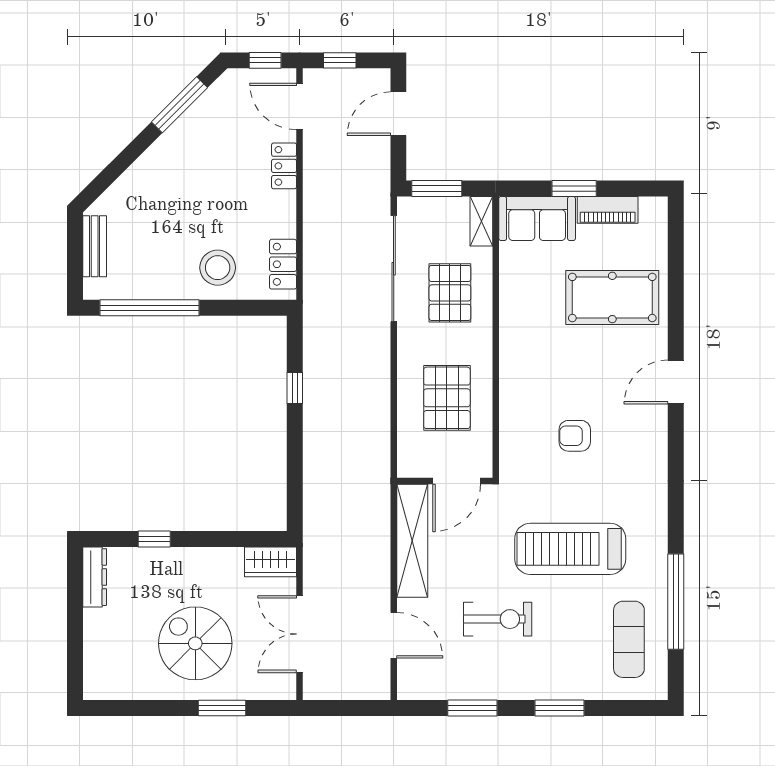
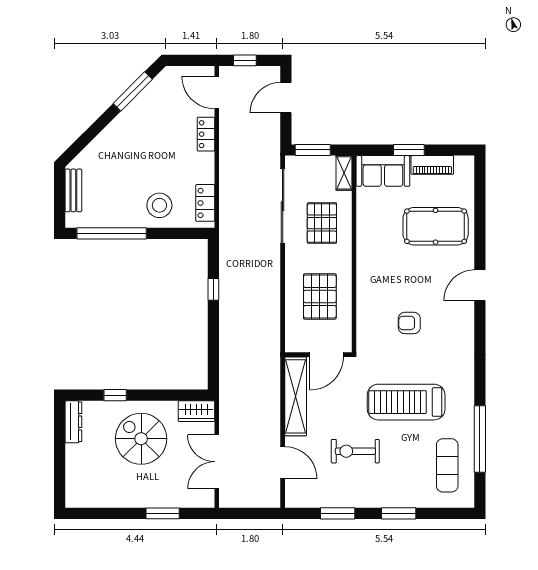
window: (265, 60) -> (193, 60), removed
exercise bike: (498, 619) -> (355, 451), turned 180
spiral stairs: (195, 643) -> (141, 439), moved

